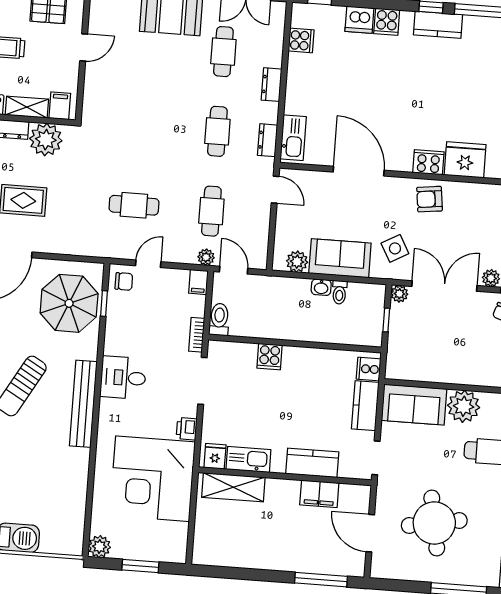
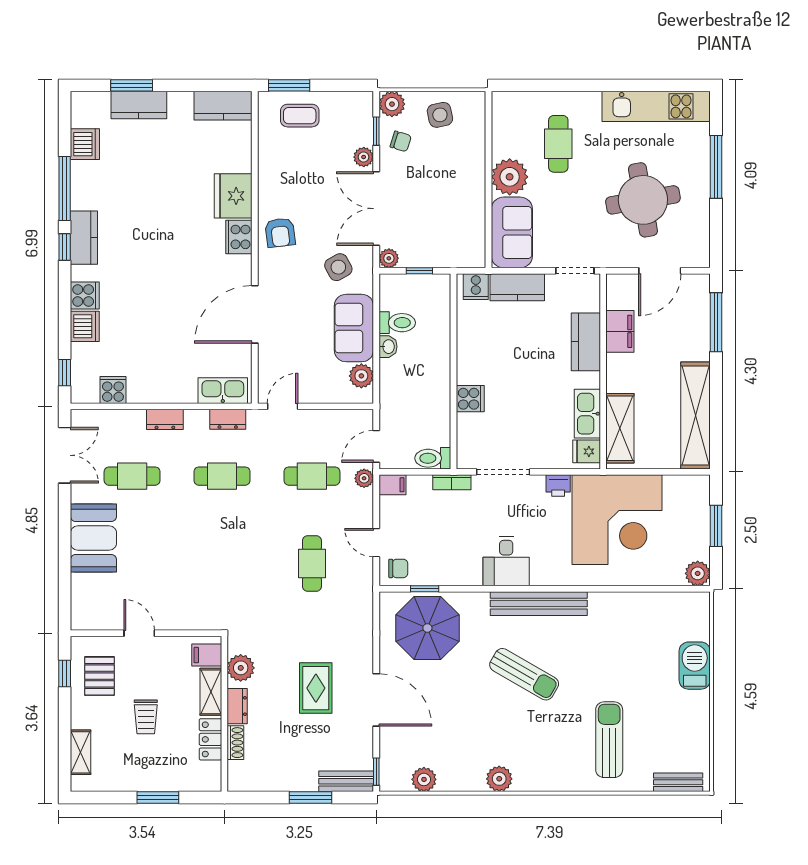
plant: (46, 140) -> (241, 668), width x0.73, depth x0.73
chair: (124, 281) -> (398, 568), turned 90
toilet: (339, 292) -> (397, 323), width x1.37, depth x1.39
shelving: (240, 555) -> (696, 415), added

